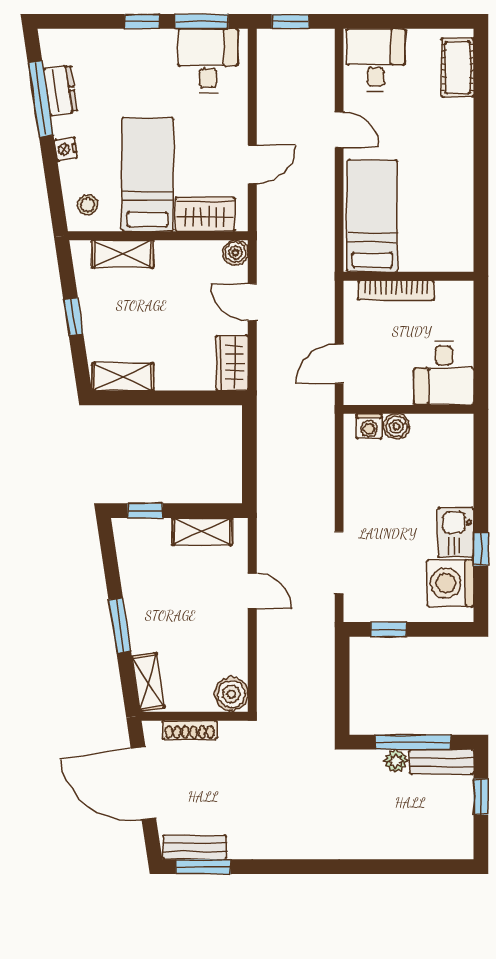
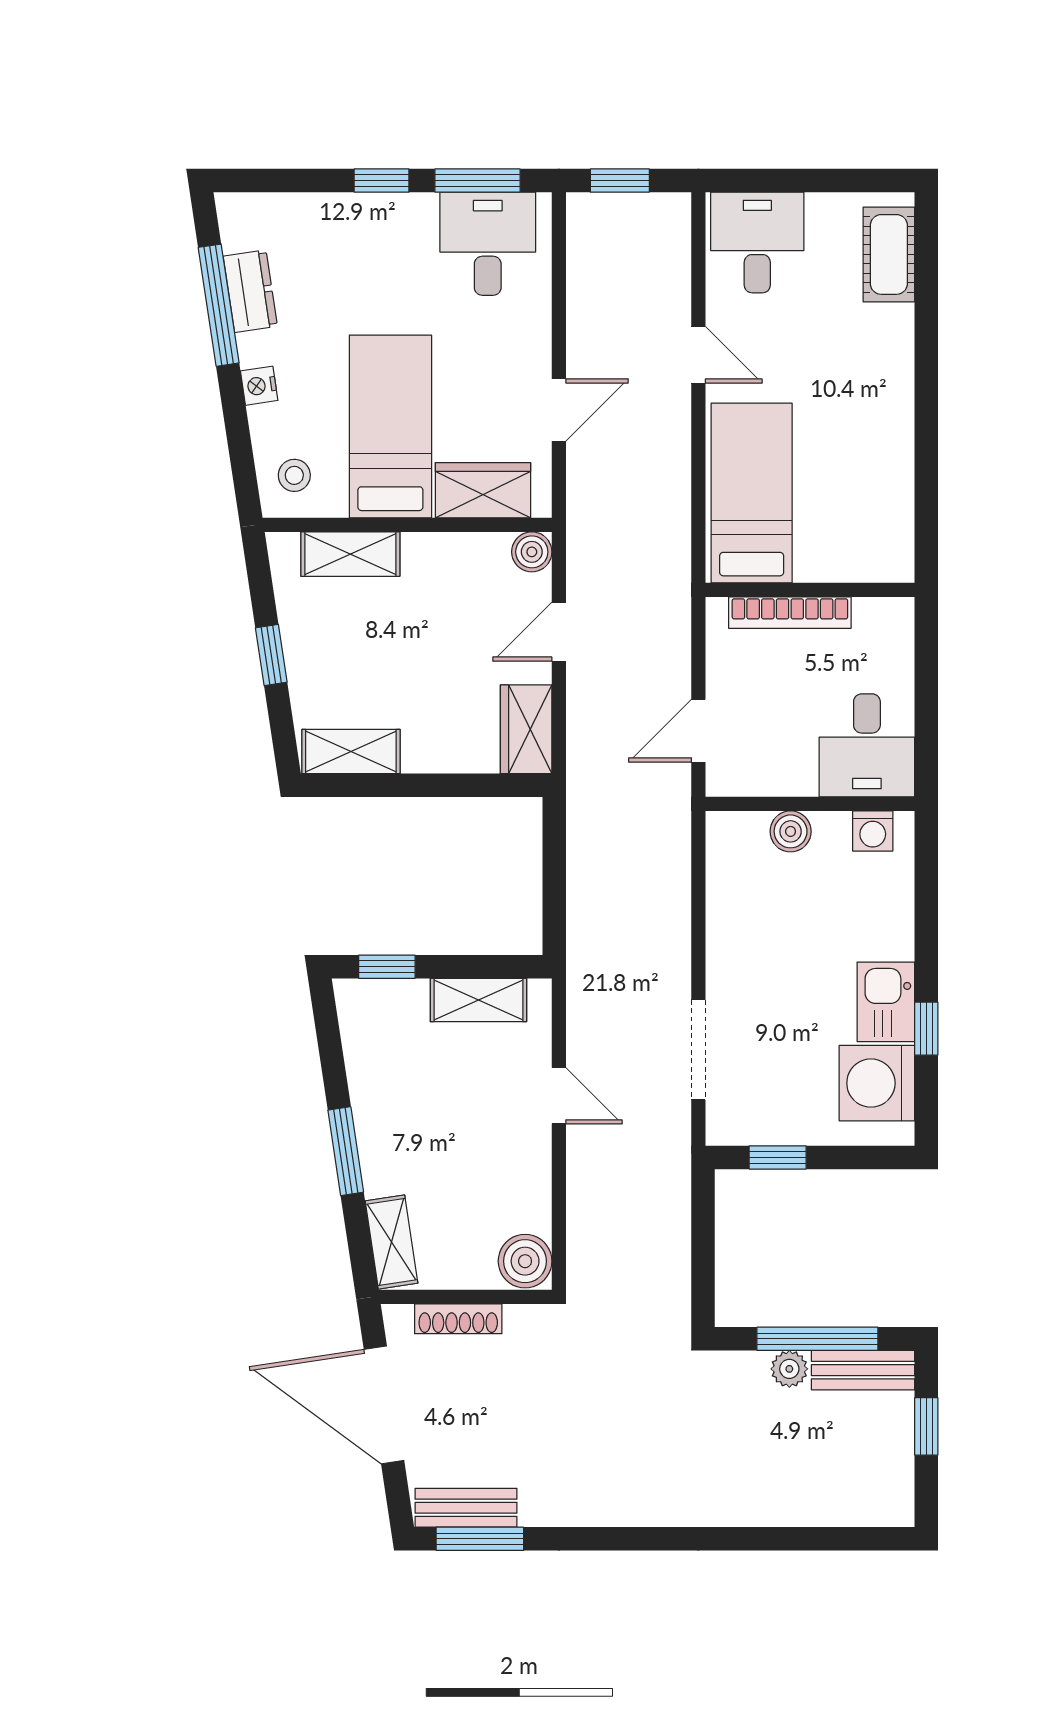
door: (252, 302) -> (559, 632), hinge flipped
washing machine: (369, 426) -> (873, 831), moved

